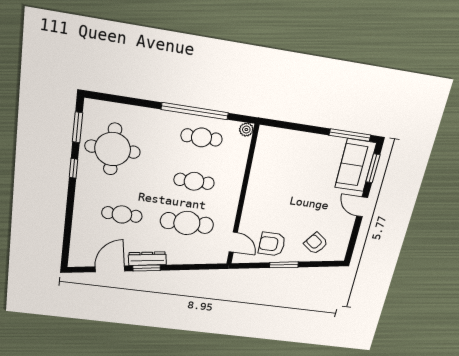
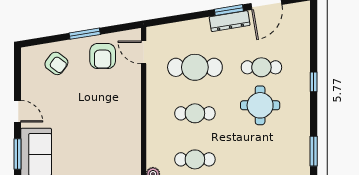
round table: (113, 149) -> (260, 105), moved, width x0.73, depth x0.73
window: (74, 168) -> (314, 82), moved
armchair: (272, 244) -> (103, 56), turned 90

